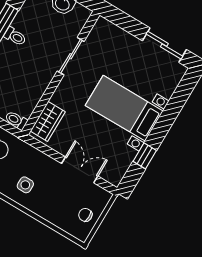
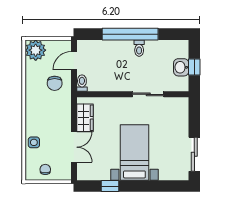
wardrobe: (48, 121) -> (85, 118), moved, turned -90
side table: (25, 185) -> (34, 142), moved

